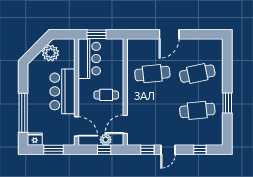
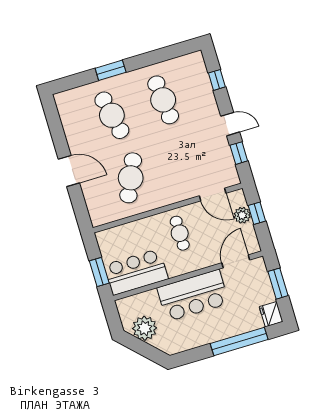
cafe table: (152, 74) -> (131, 178), turned 30
window: (227, 103) -> (111, 70), moved

